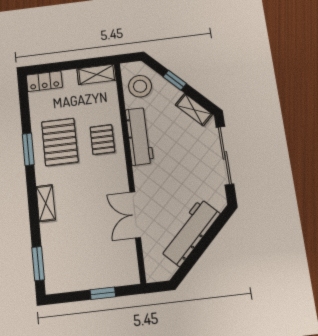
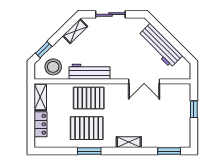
window: (175, 80) -> (44, 50), moved
locker: (44, 81) -> (41, 124), moved
pallet: (102, 140) -> (89, 98), width x1.50, depth x1.42
sliding door: (225, 155) -> (110, 14), width x0.73

